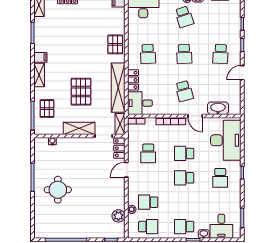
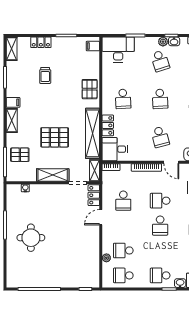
trolley: (72, 31) -> (45, 75), added
pallet: (81, 92) -> (55, 137), turned 90
pallet: (47, 109) -> (20, 155), turned 90
school desk: (184, 178) -> (160, 226), turned -90
plant: (118, 216) -> (93, 265), removed
school desk: (148, 227) -> (123, 275), turned 180

